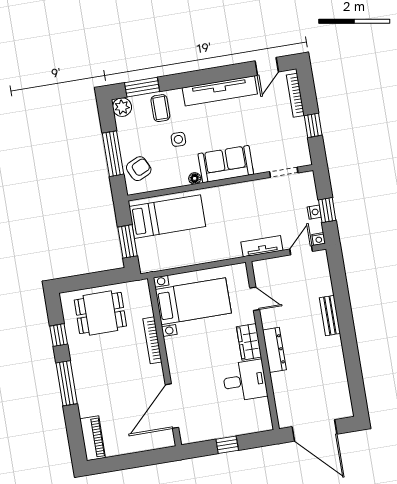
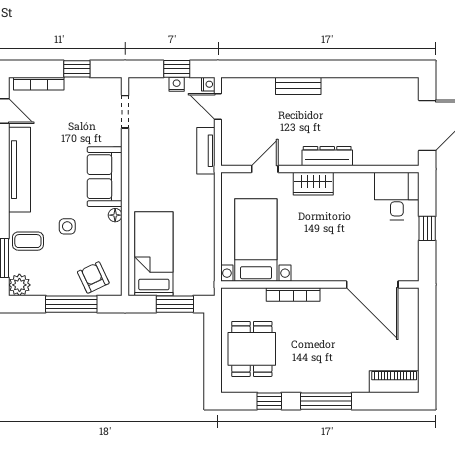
desk: (245, 381) -> (397, 196), moved

